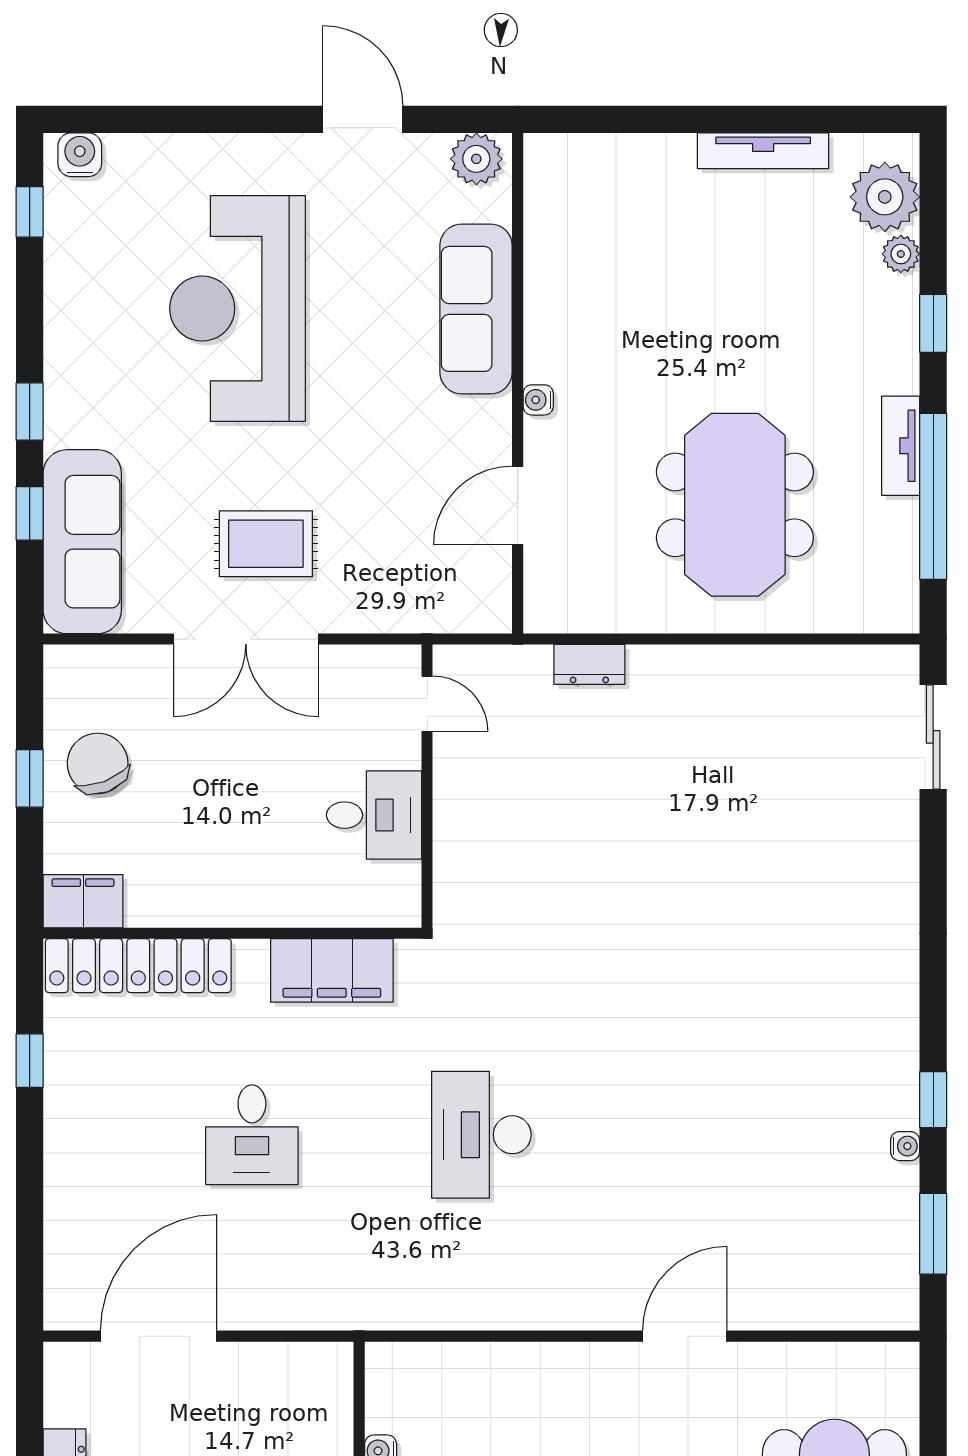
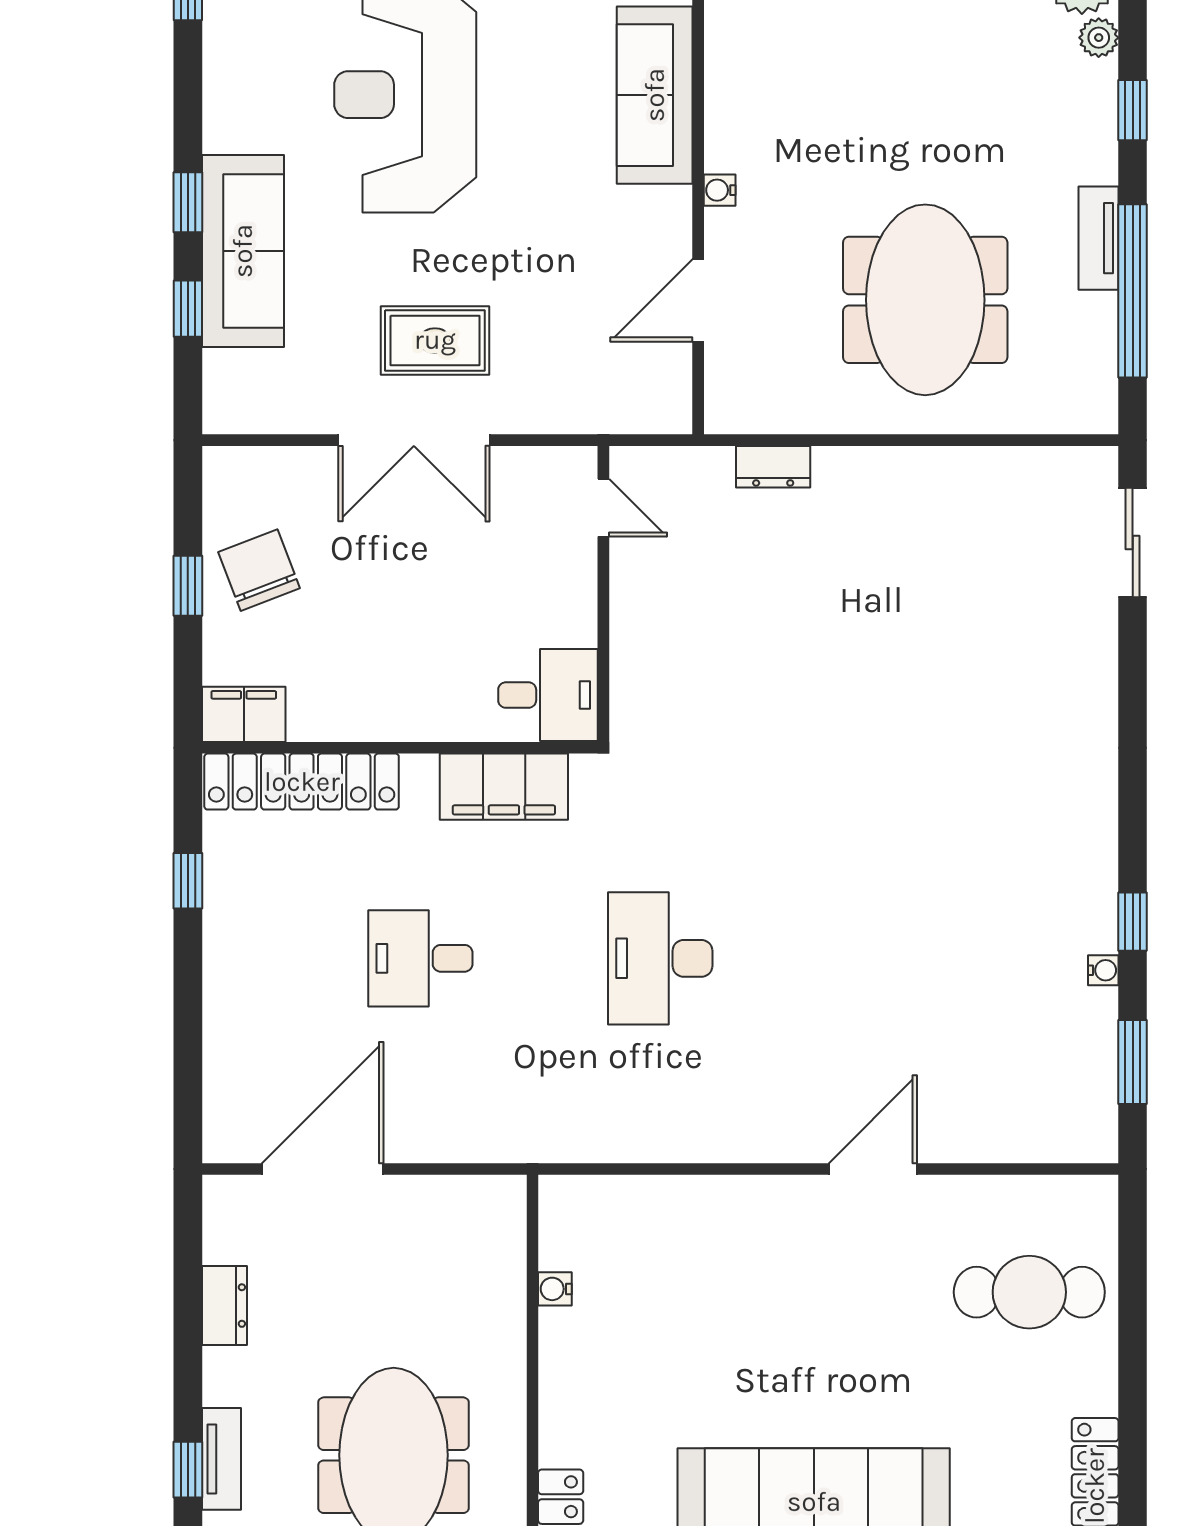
sofa: (82, 542) -> (243, 251), moved
desk: (374, 815) -> (548, 695), moved
desk: (252, 1135) -> (420, 958), turned 90

